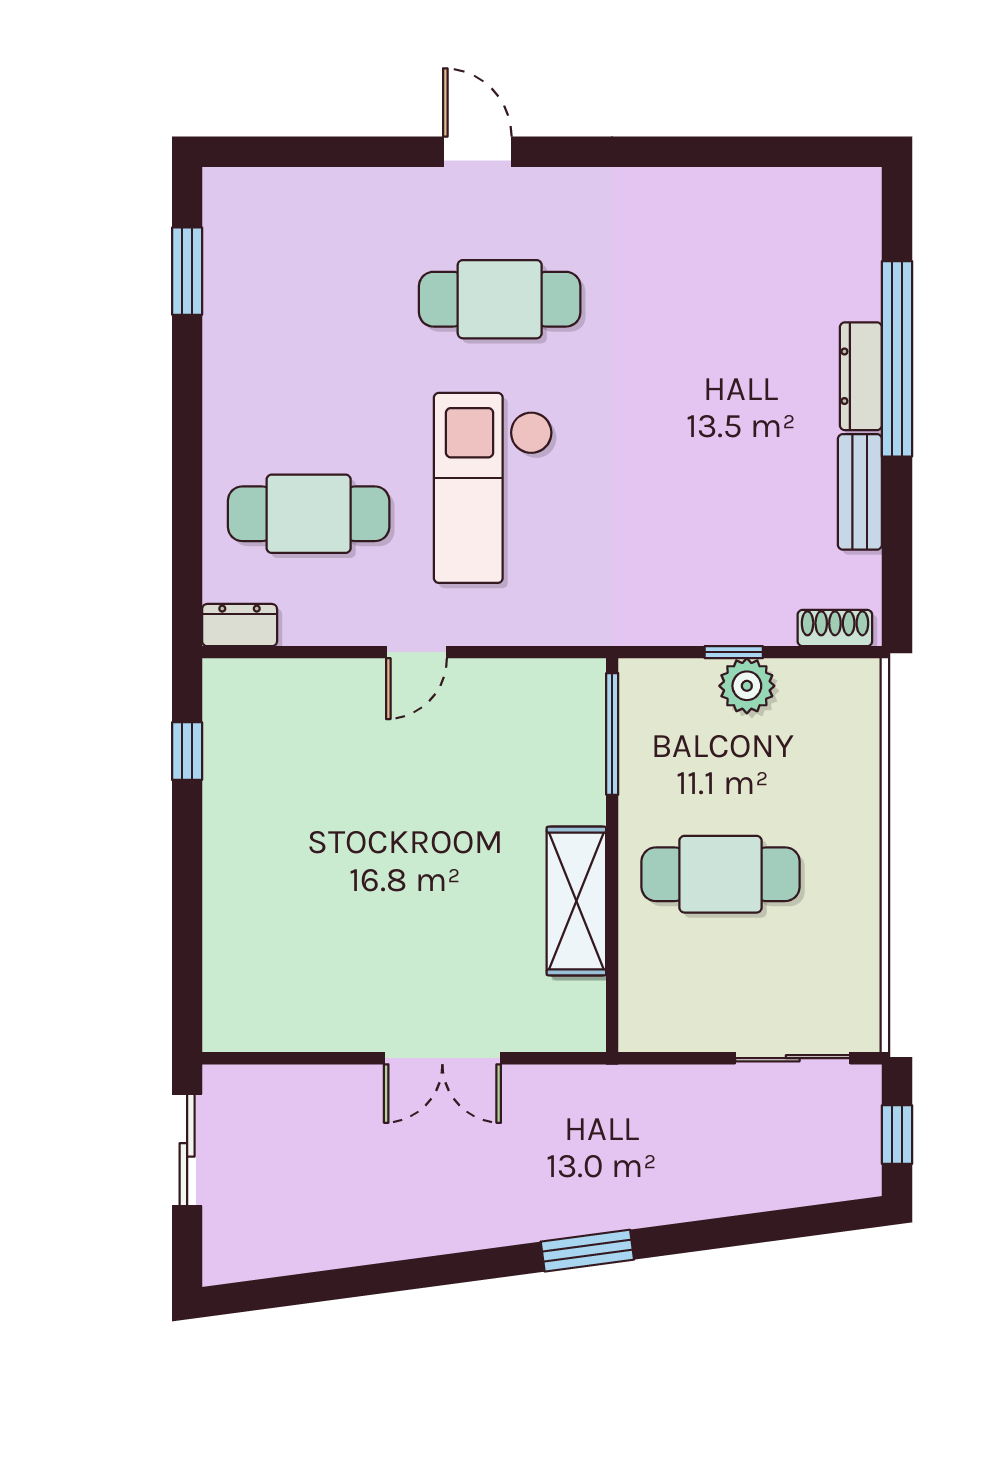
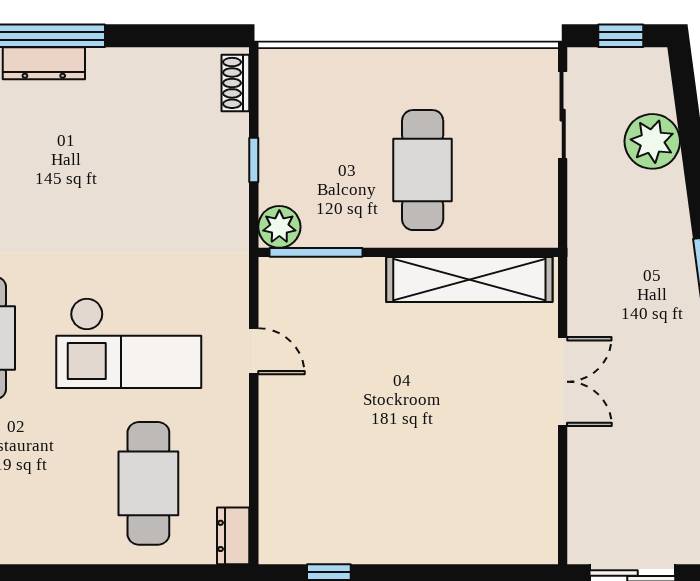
bench: (860, 492) -> (132, 64), removed
door: (416, 652) -> (254, 351), moved
plant: (747, 686) -> (279, 227), moved
shelving: (576, 901) -> (469, 280), width x1.47
plant: (758, 1176) -> (652, 141), added

